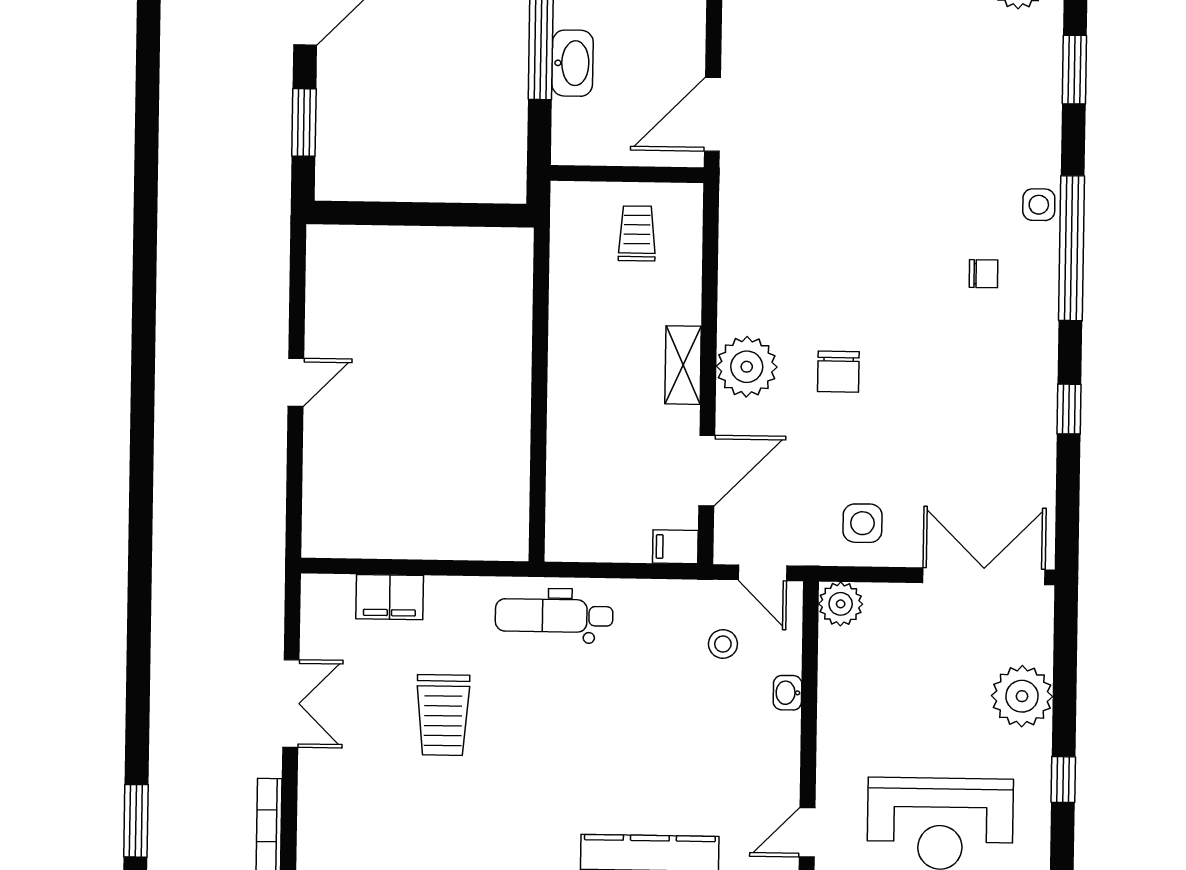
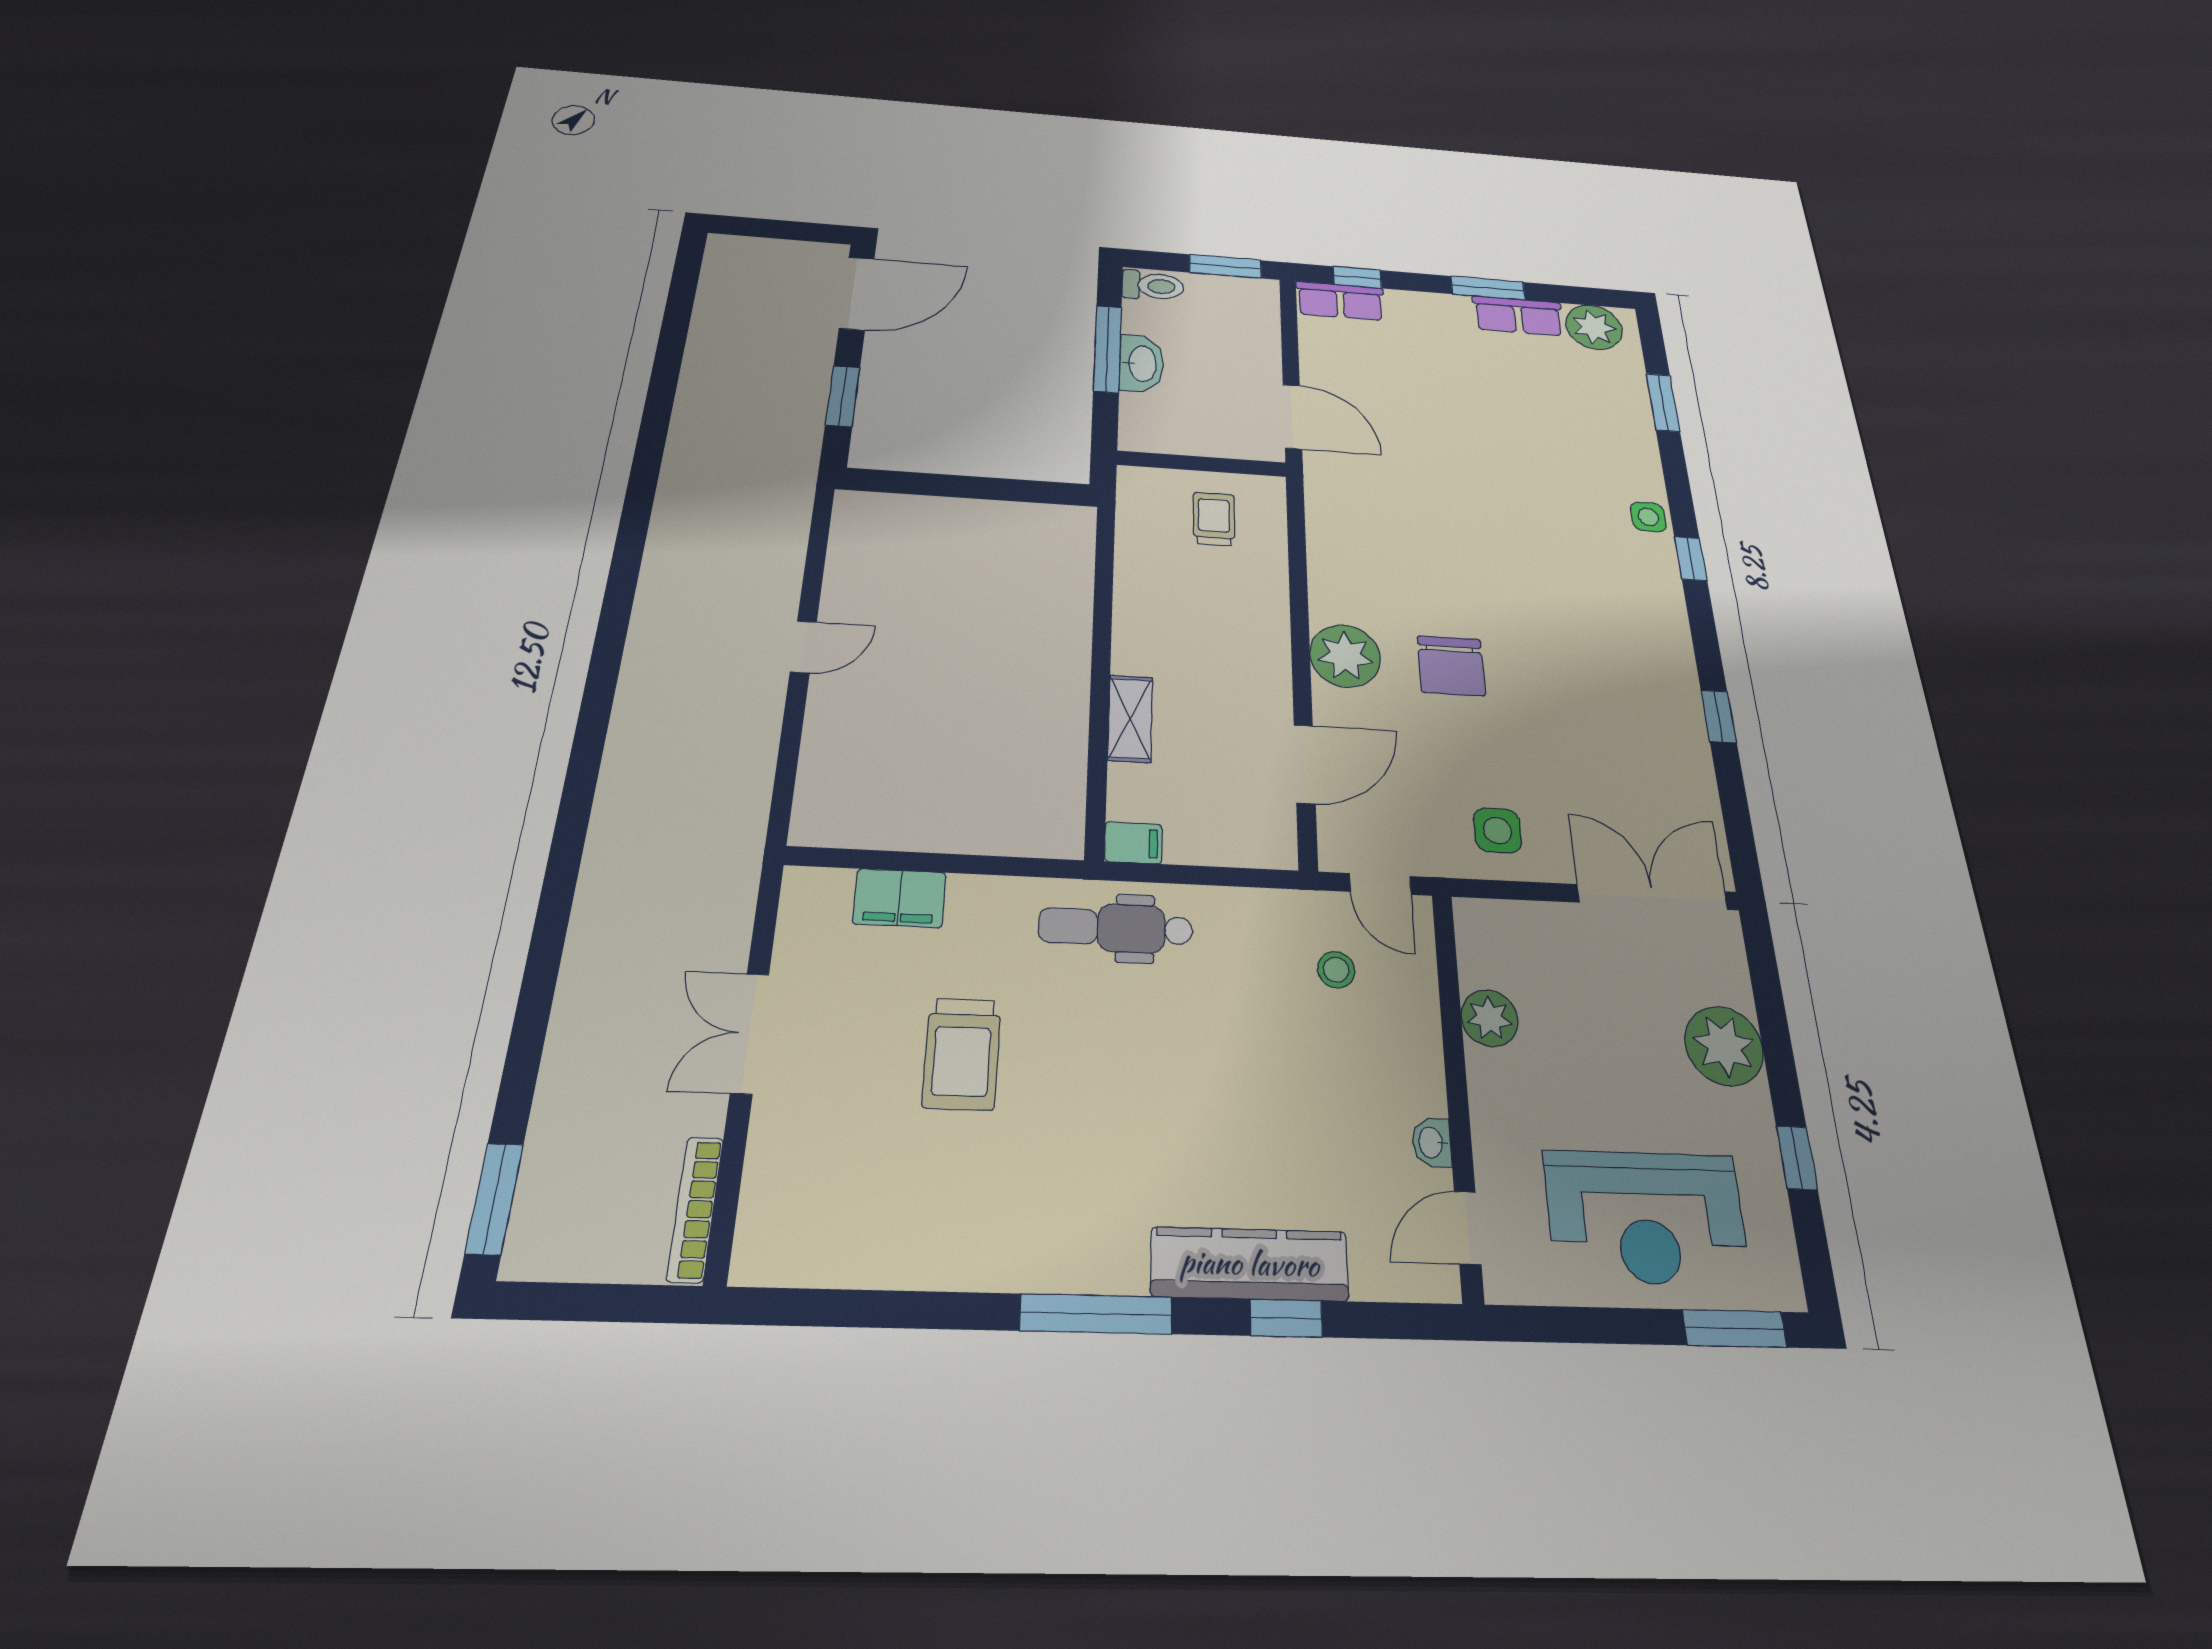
door: (712, 114) -> (1292, 417), swing flipped
window: (1072, 248) -> (1691, 559), width x0.32
chair: (984, 274) -> (1600, 578), removed
shelving: (683, 365) -> (1130, 718), moved
chair: (838, 372) -> (1451, 666), width x1.37, depth x1.37
filing cabinet: (675, 547) -> (1133, 843), moved, turned 180
plant: (841, 604) -> (1490, 1018), moved
washbasin: (787, 693) -> (1432, 1142), moved
double door: (291, 703) -> (750, 1033), swing flipped

